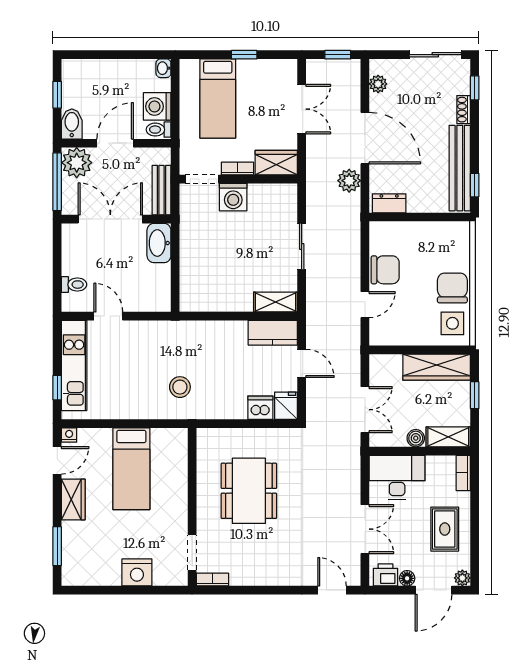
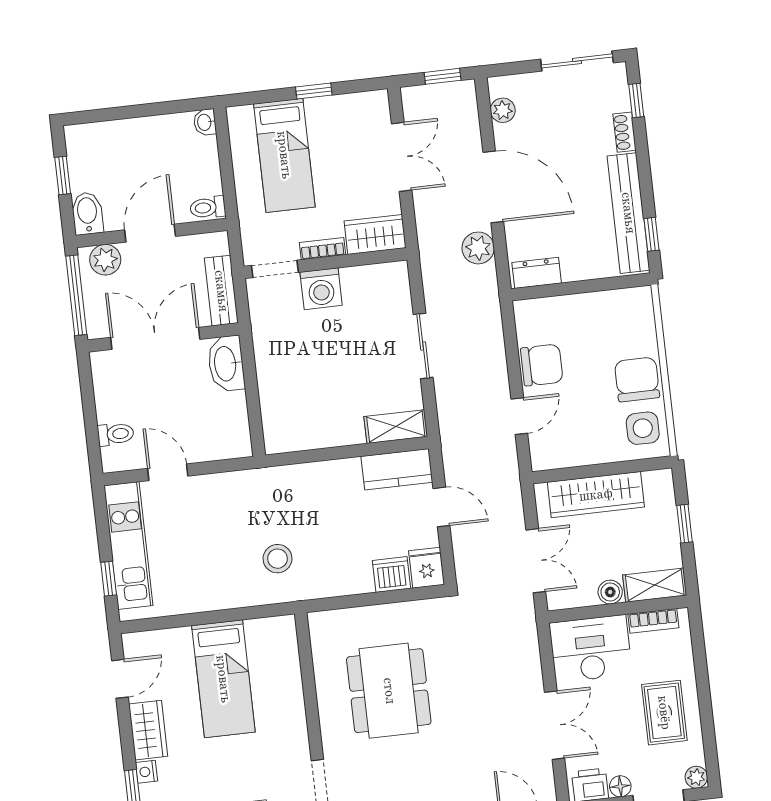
washing machine: (157, 106) -> (202, 176), removed
plant: (77, 163) -> (105, 260), width x0.73, depth x0.73
wardrobe: (437, 367) -> (596, 495), moved
nightstand: (69, 435) -> (146, 772), moved, turned -90
bookcase: (463, 473) -> (653, 621), moved, turned -90

